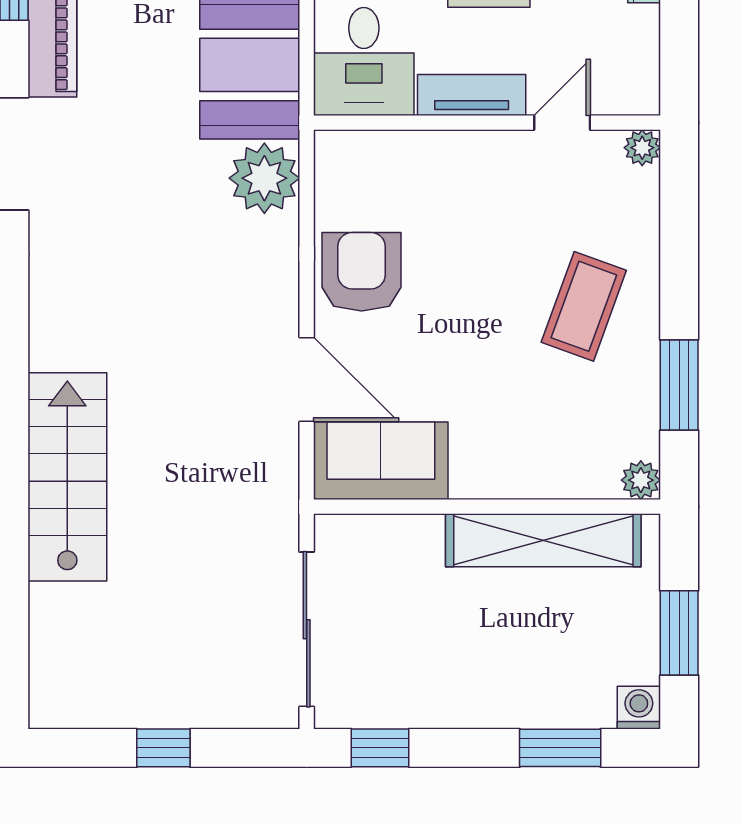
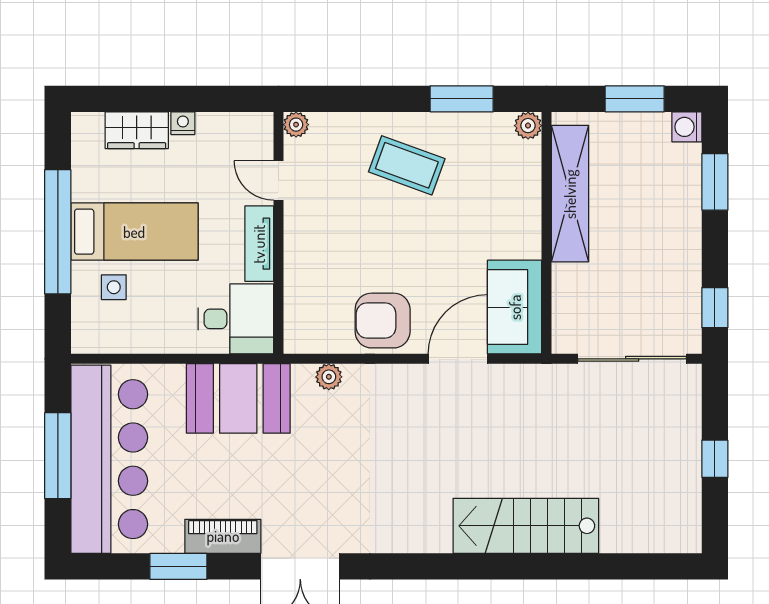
plant: (264, 178) -> (329, 377), width x0.53, depth x0.53

